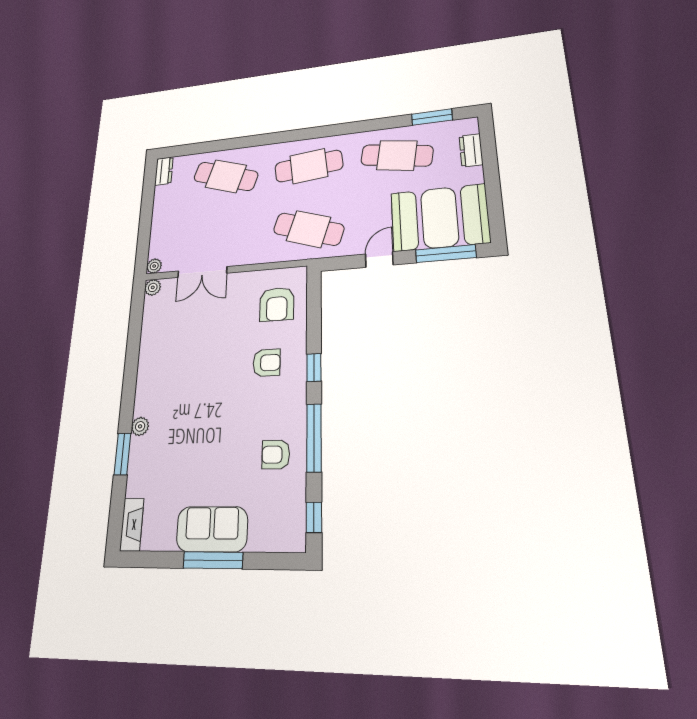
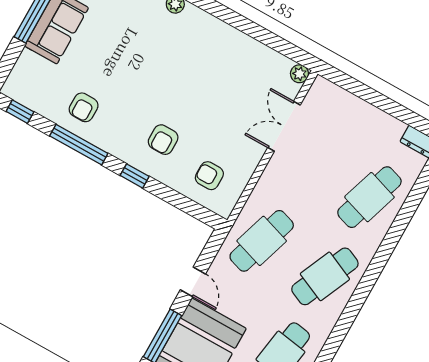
cafe table: (309, 166) -> (325, 276), turned 30
plant: (154, 266) -> (321, 85), removed
armchair: (277, 304) -> (209, 176), width x0.72, depth x0.72
armchair: (276, 455) -> (84, 107), turned 180

